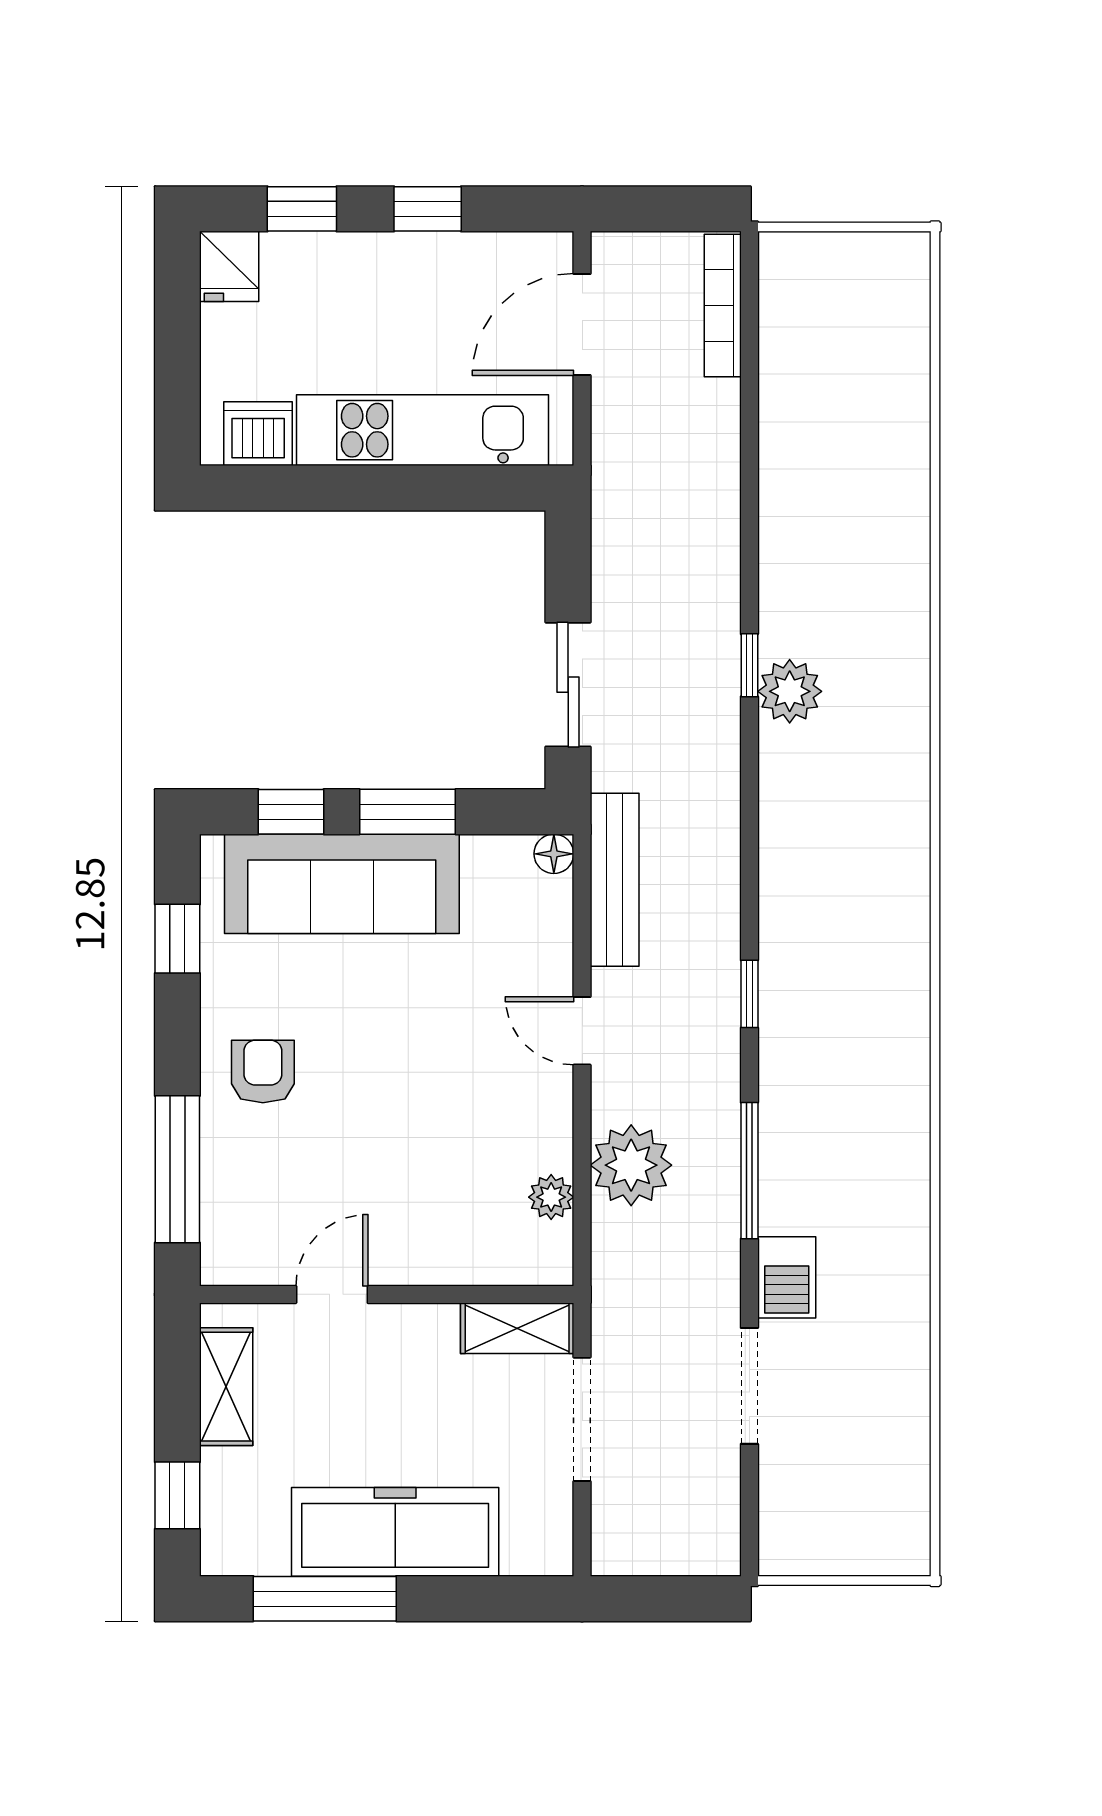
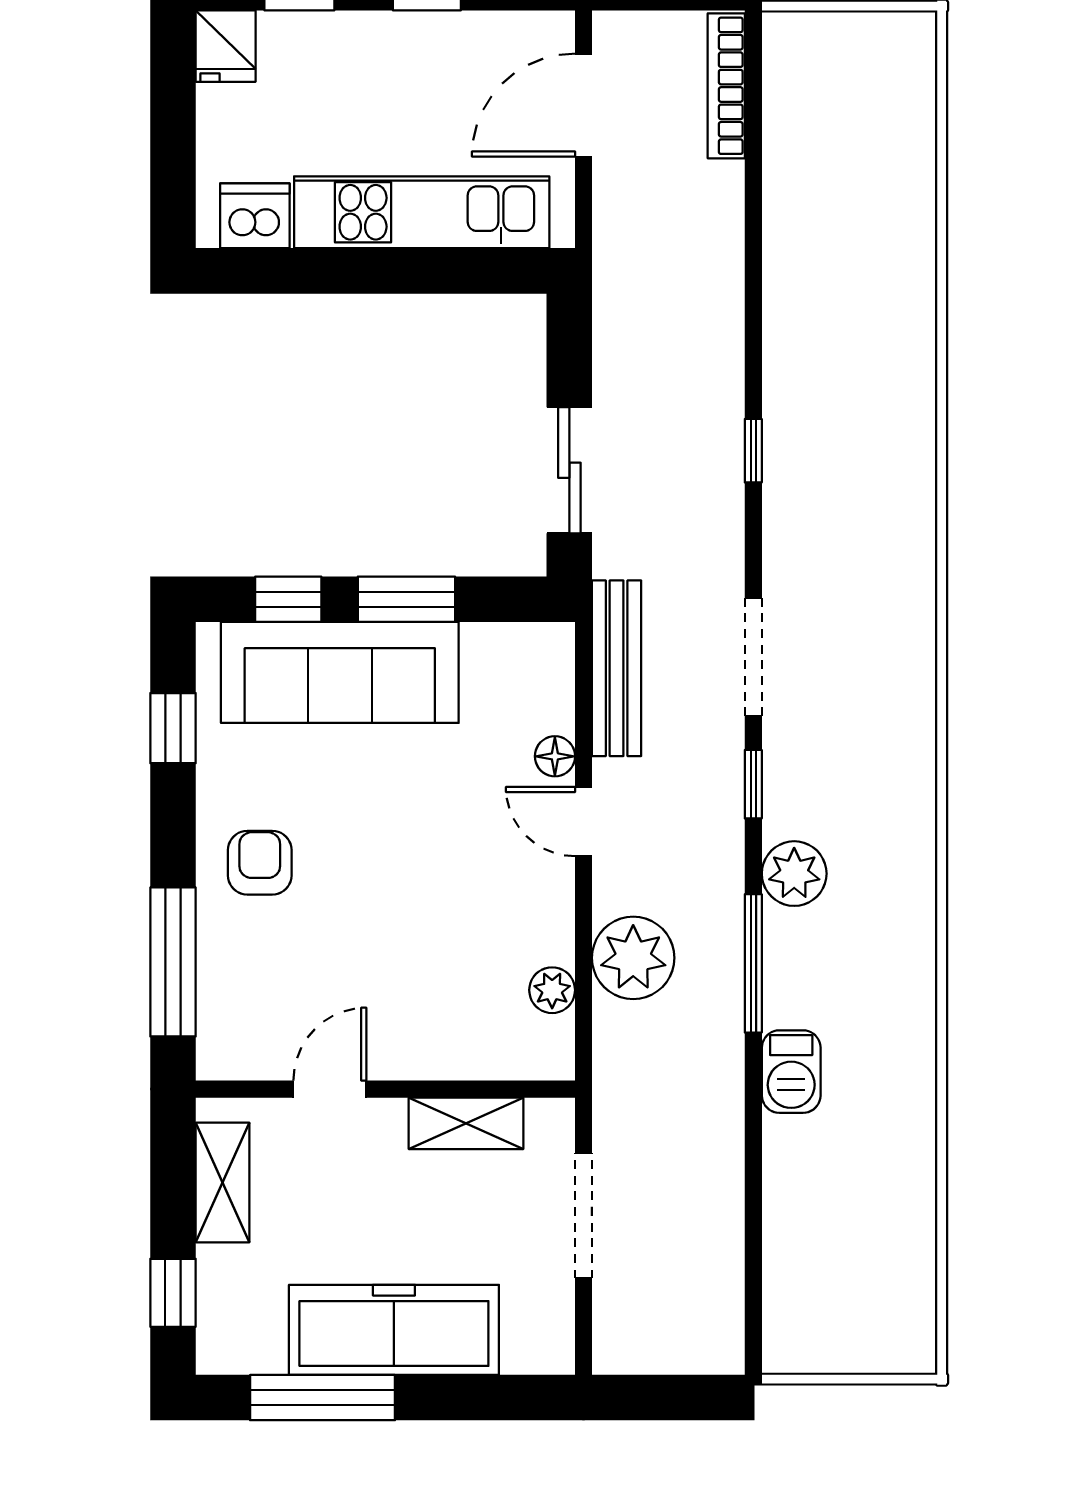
plant: (790, 691) -> (794, 874), moved
floor lamp: (554, 854) -> (555, 756), moved
shelving: (517, 1328) -> (466, 1123), moved
doorway: (749, 1386) -> (753, 657), moved

